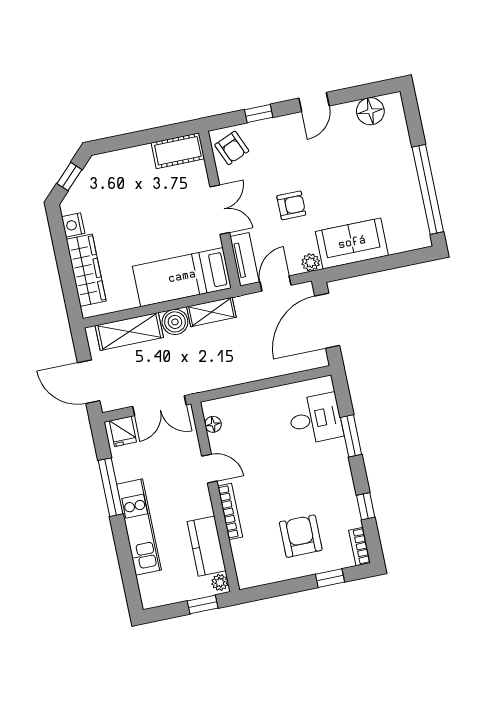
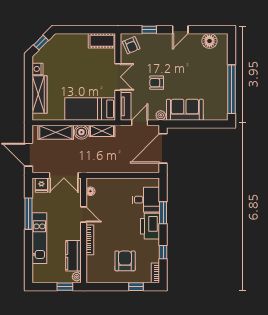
armchair: (291, 205) -> (157, 83), turned 180
printer: (333, 465) -> (150, 226), added

